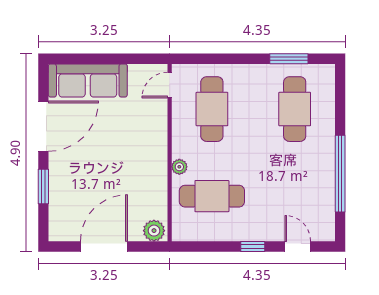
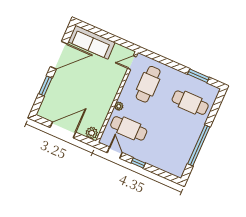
cafe table: (295, 109) -> (190, 103), turned 90
door: (298, 246) -> (115, 153), moved

